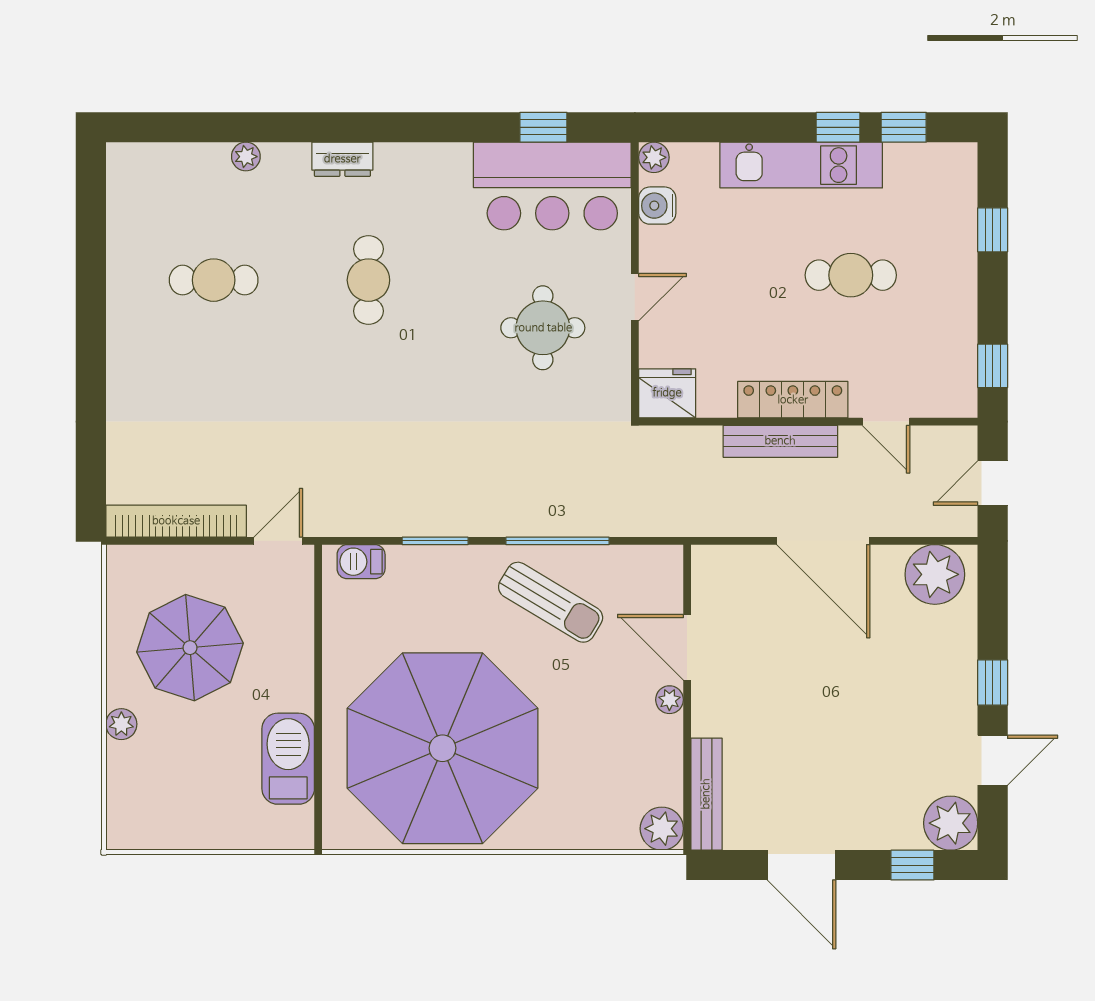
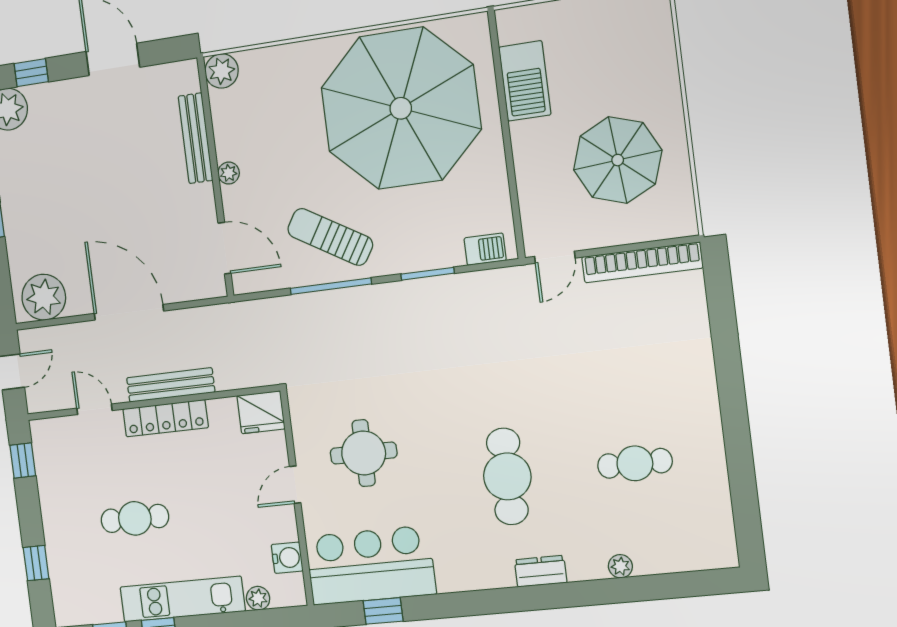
plant: (654, 157) -> (258, 598), moved
cafe table: (368, 280) -> (507, 476), width x1.37, depth x1.35
door: (687, 647) -> (225, 248), moved
plant: (121, 724) -> (668, 88), removed
bench: (706, 794) -> (195, 138), moved

